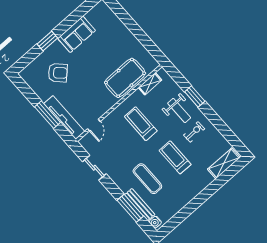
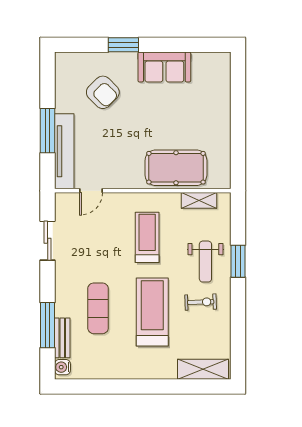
treadmill: (175, 157) -> (152, 312), width x1.37, depth x1.38
bench: (140, 205) -> (62, 338), width x0.73

